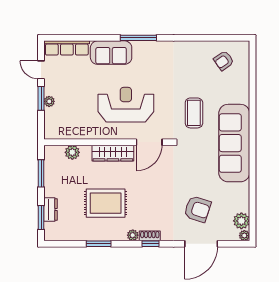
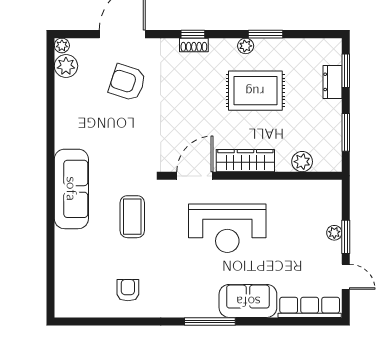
armchair: (224, 61) -> (128, 290), moved, turned -55
sofa: (234, 143) -> (71, 189), width x0.74, depth x0.79
plant: (133, 235) -> (246, 46), moved

